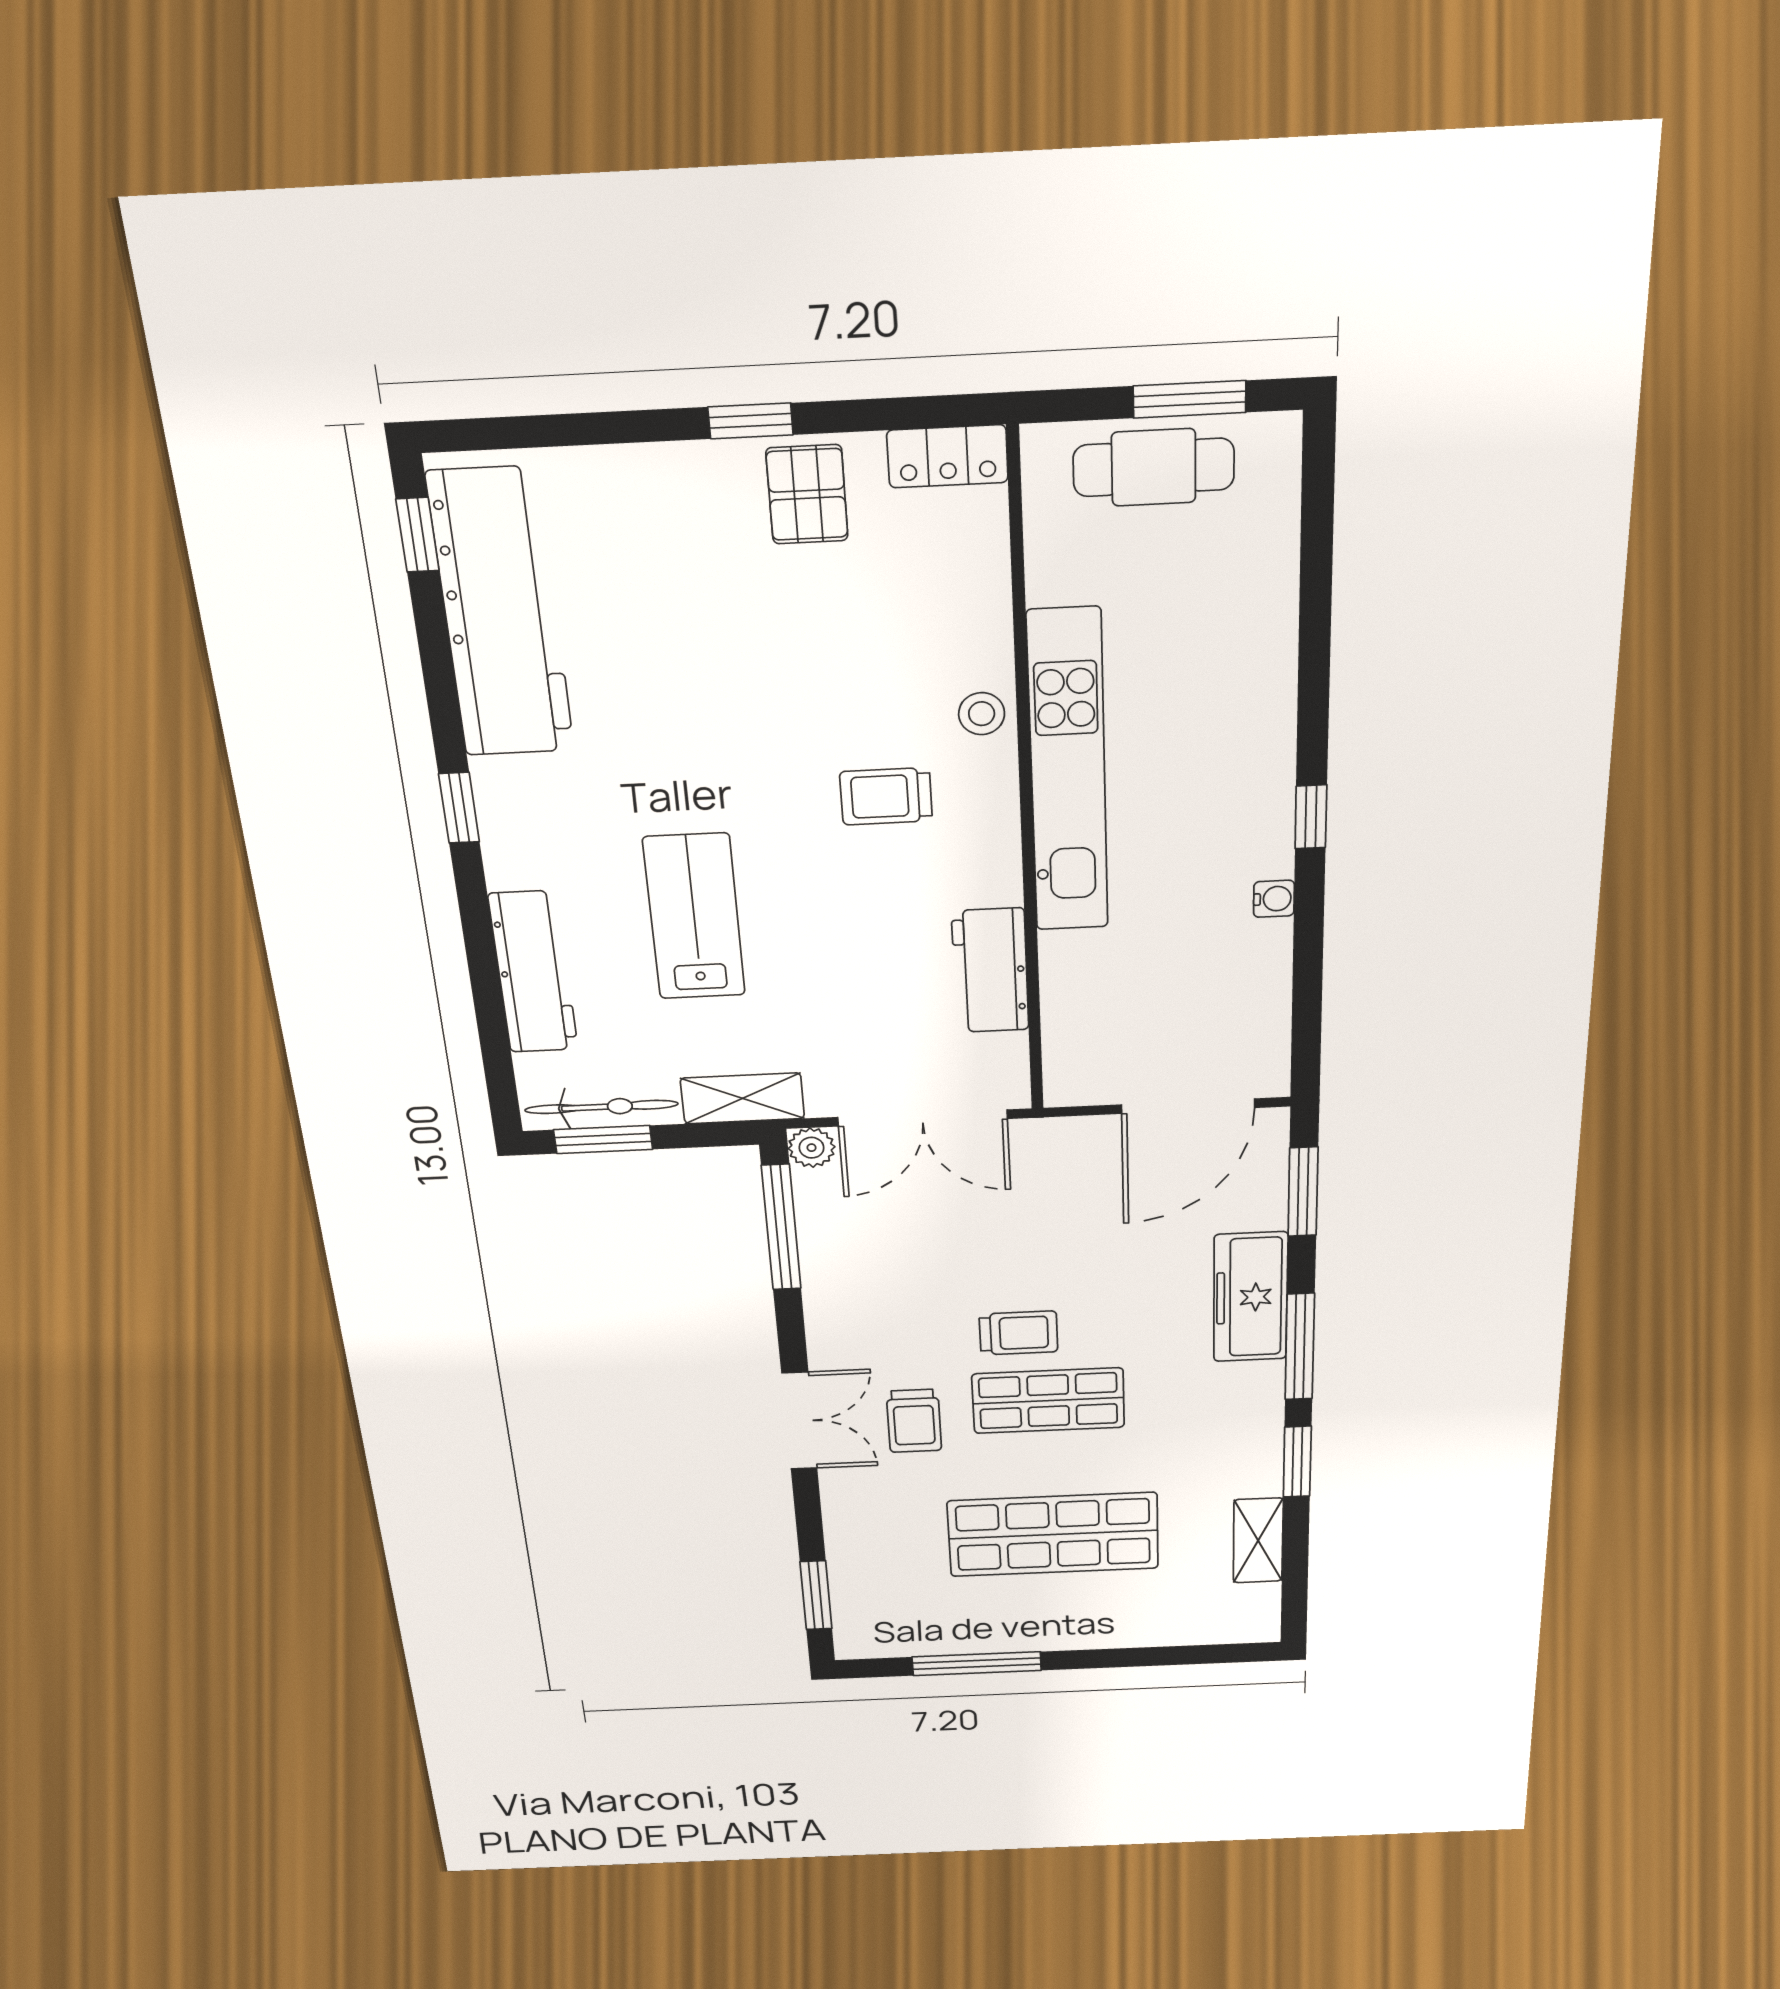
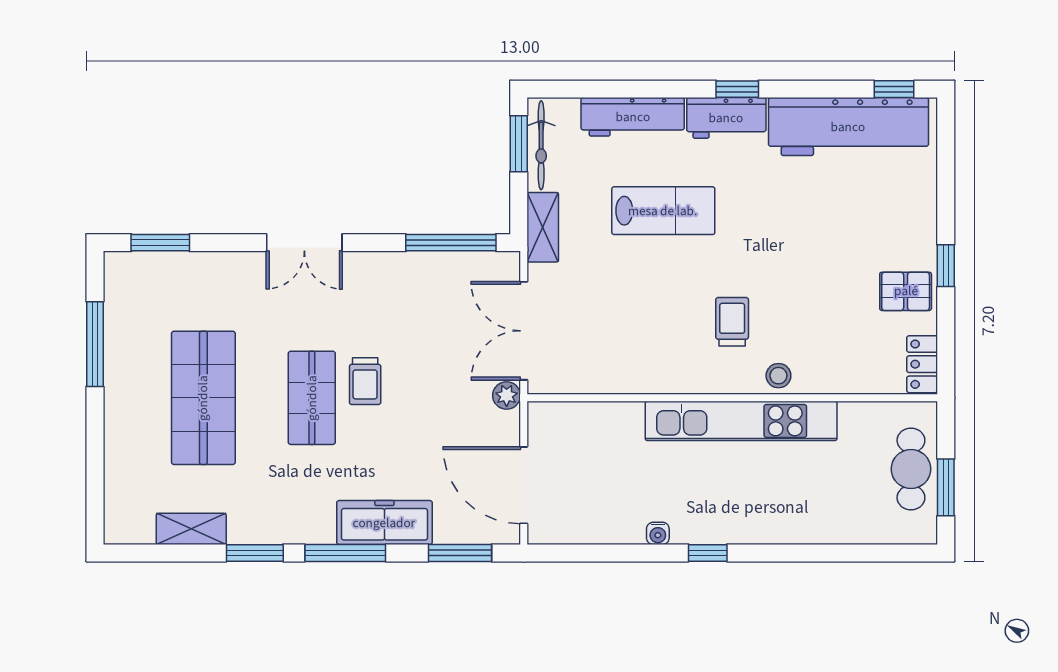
workbench: (990, 971) -> (726, 118), moved, turned 180
plant: (812, 1148) -> (507, 395), moved
trolley: (914, 1421) -> (300, 314), removed

